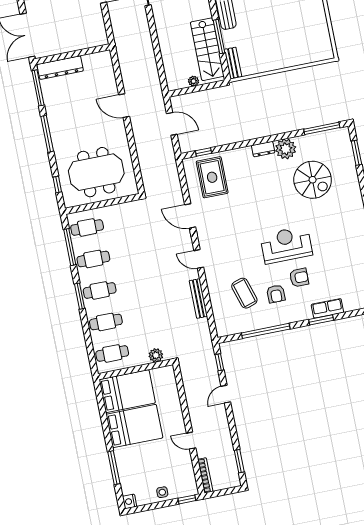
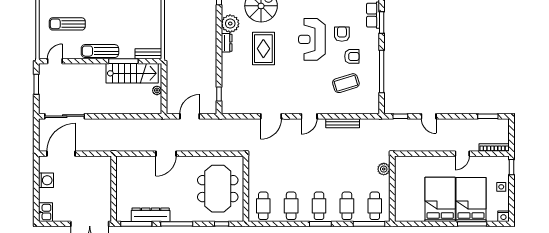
dresser: (60, 68) -> (151, 215), moved, turned -90
rug: (212, 177) -> (263, 49), moved, turned 90
window: (70, 247) -> (369, 224), moved
bed: (127, 391) -> (471, 199), moved

